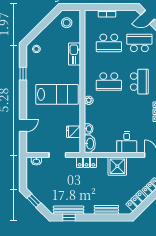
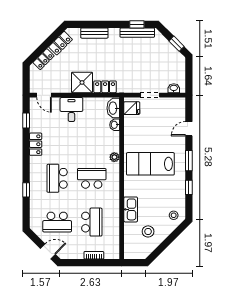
stool: (67, 23) -> (148, 231), moved
school desk: (109, 43) -> (92, 222), turned 90
window: (23, 97) -> (189, 161), added
fridge: (73, 132) -> (132, 108), moved
locker: (86, 162) -> (105, 87), moved

